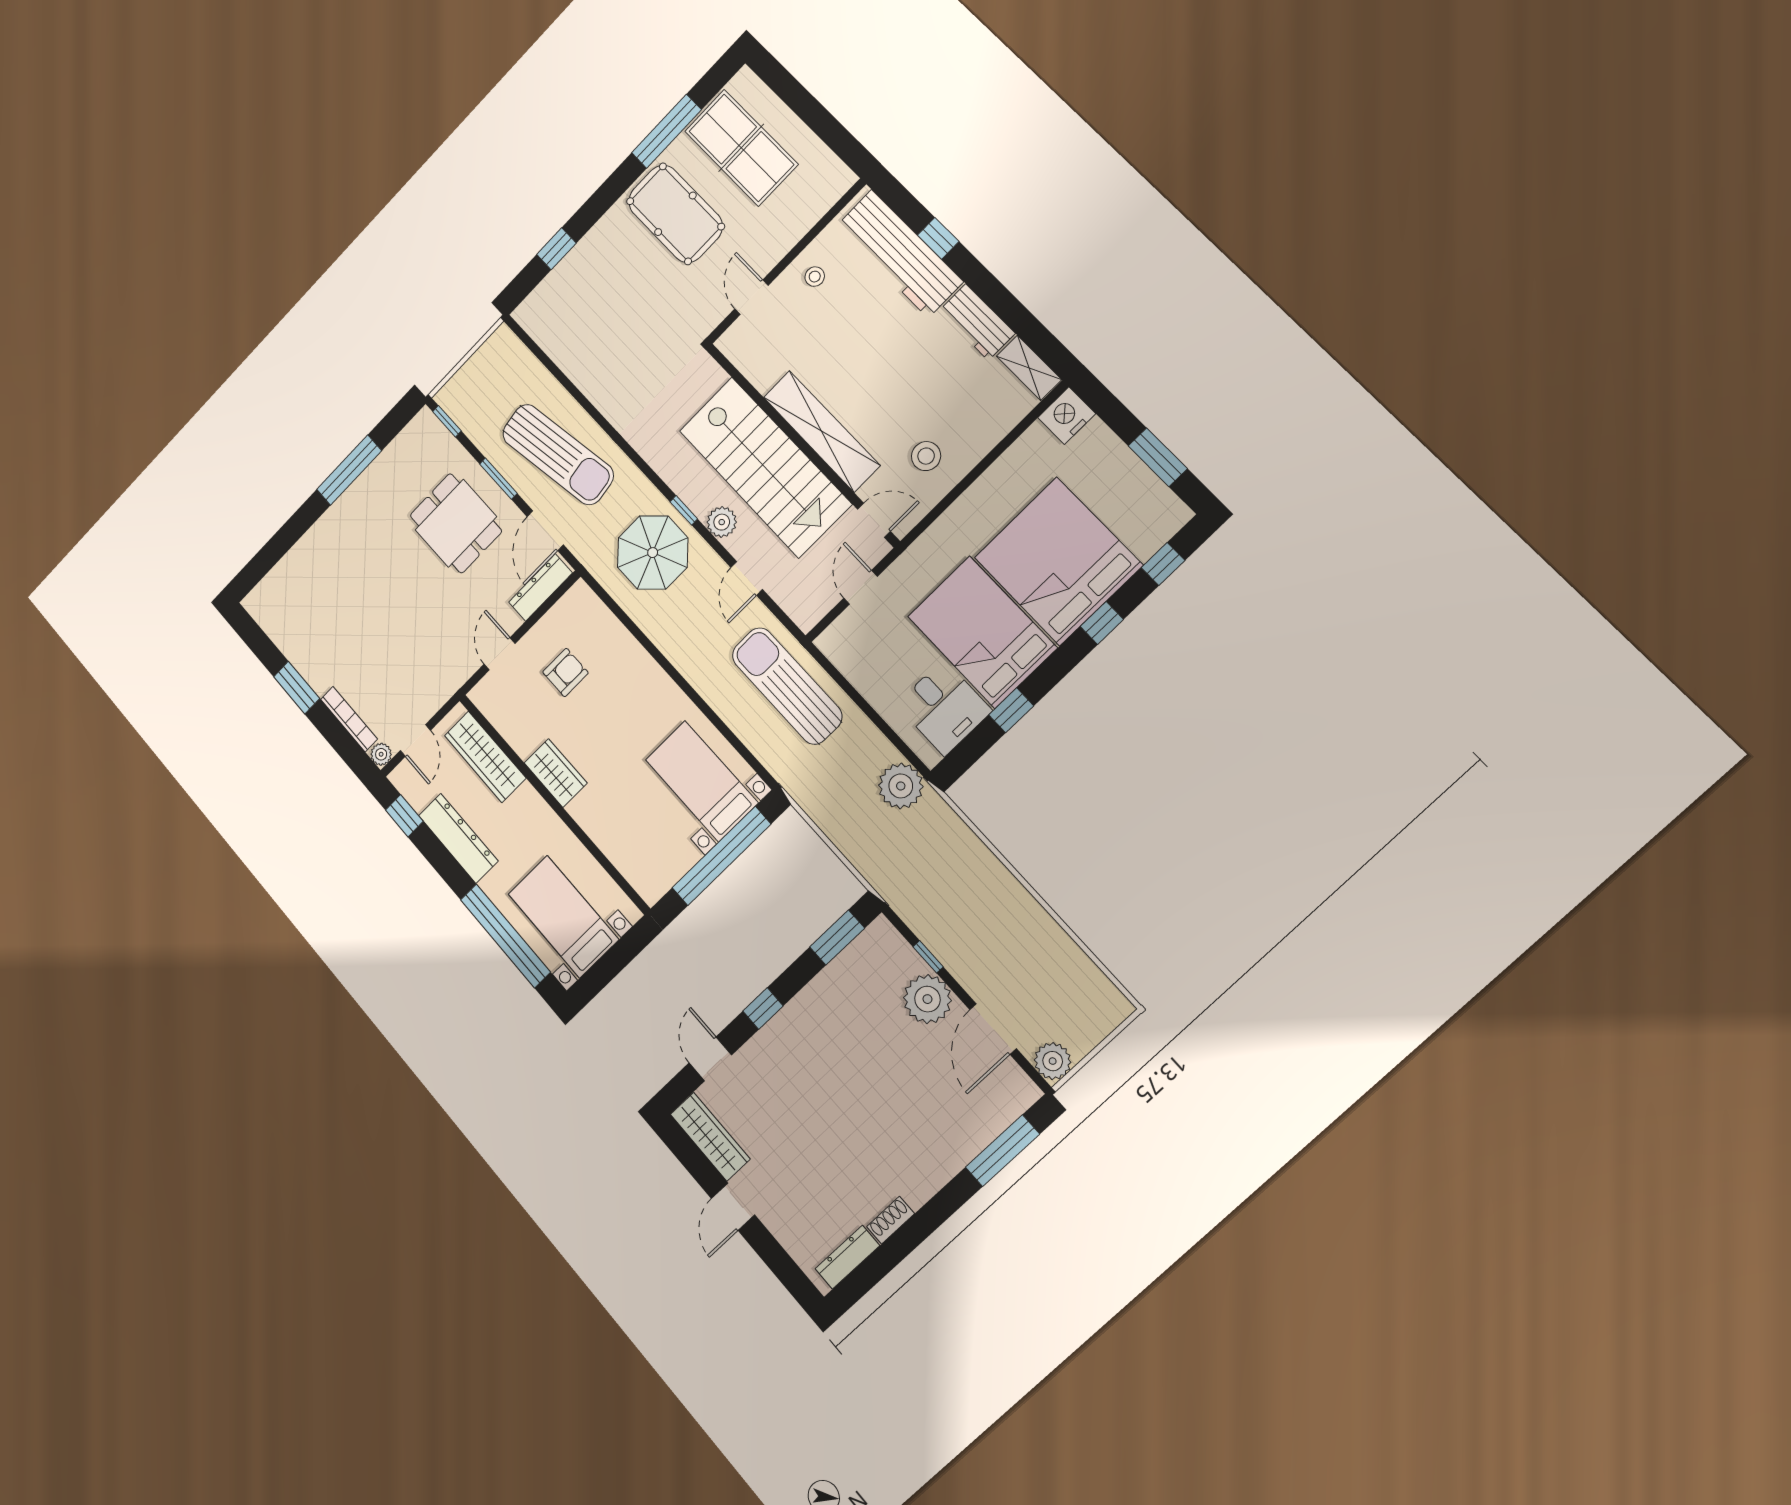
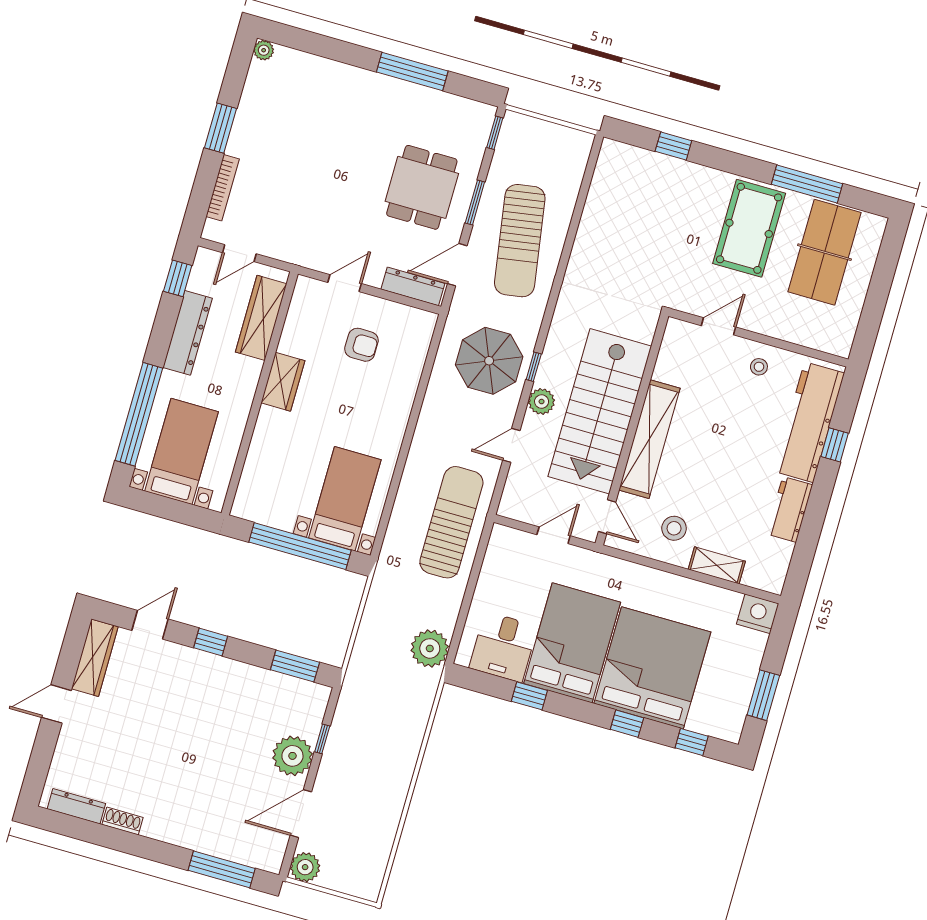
shelving: (1029, 368) -> (717, 565), moved, turned 90
plant: (381, 754) -> (264, 50), moved

